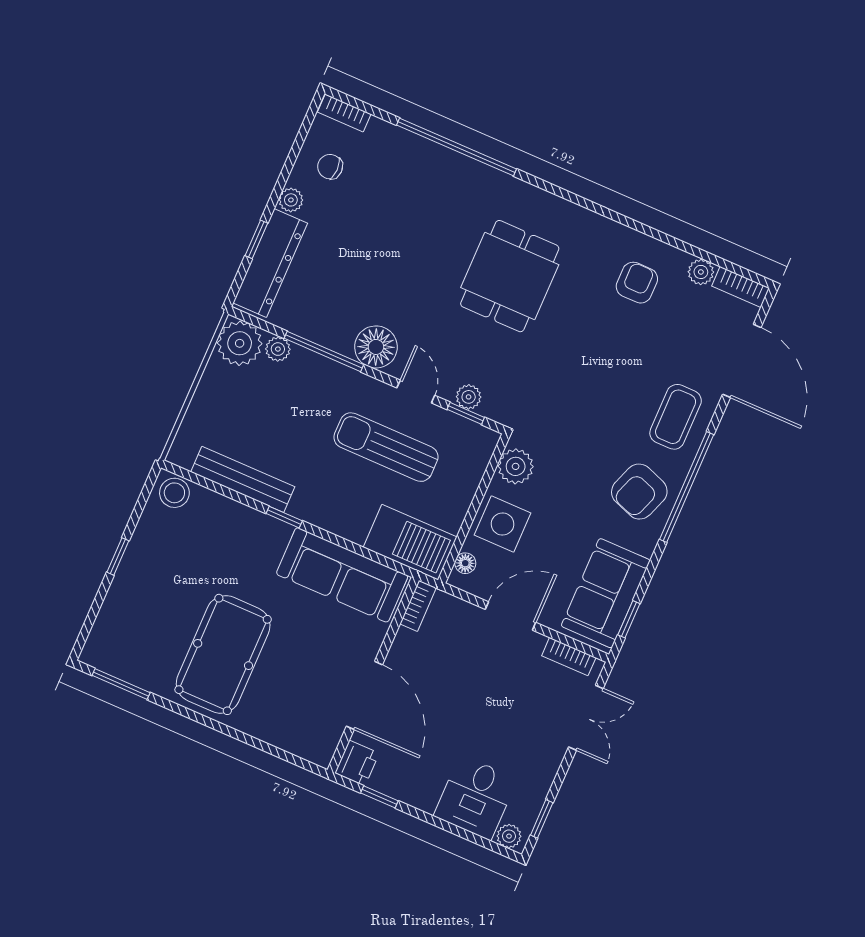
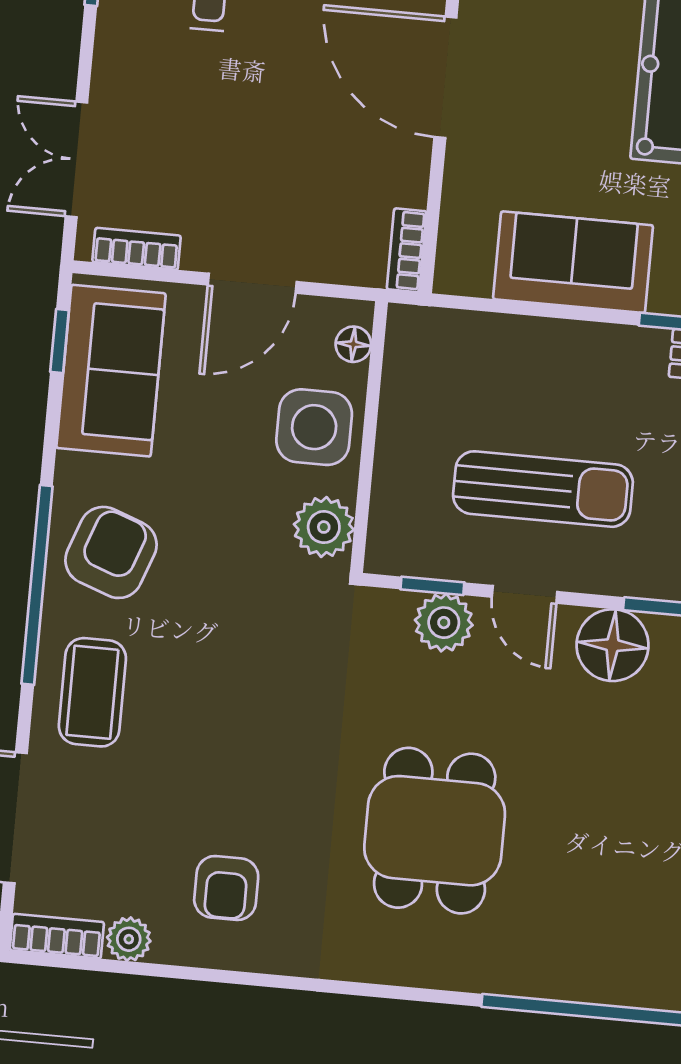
plant: (469, 397) -> (444, 623), width x1.38, depth x1.38
barbecue: (410, 542) -> (453, 349), removed
sofa: (342, 575) -> (573, 262), width x0.73

